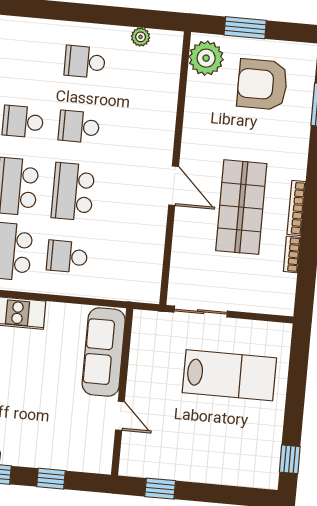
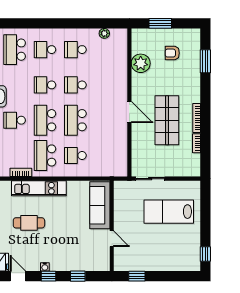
school desk: (29, 57) -> (45, 50), added
plant: (206, 58) -> (141, 63), moved
armchair: (262, 84) -> (172, 53), width x0.53, depth x0.53
lab bench: (229, 375) -> (169, 212), turned 180

